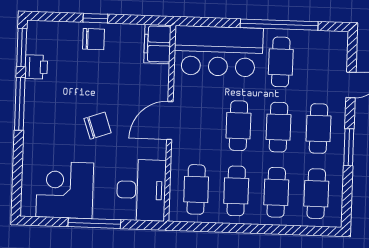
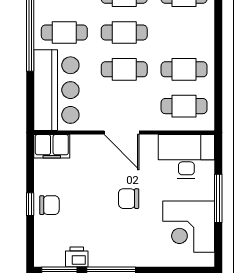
chair: (93, 39) -> (49, 205), turned 90
chair: (98, 126) -> (129, 199), turned -71
cafe table: (276, 192) -> (184, 33), removed

